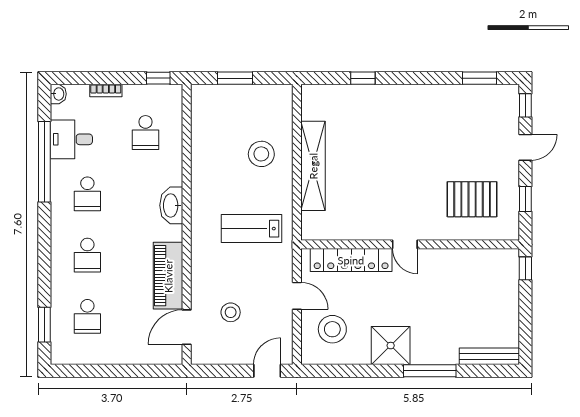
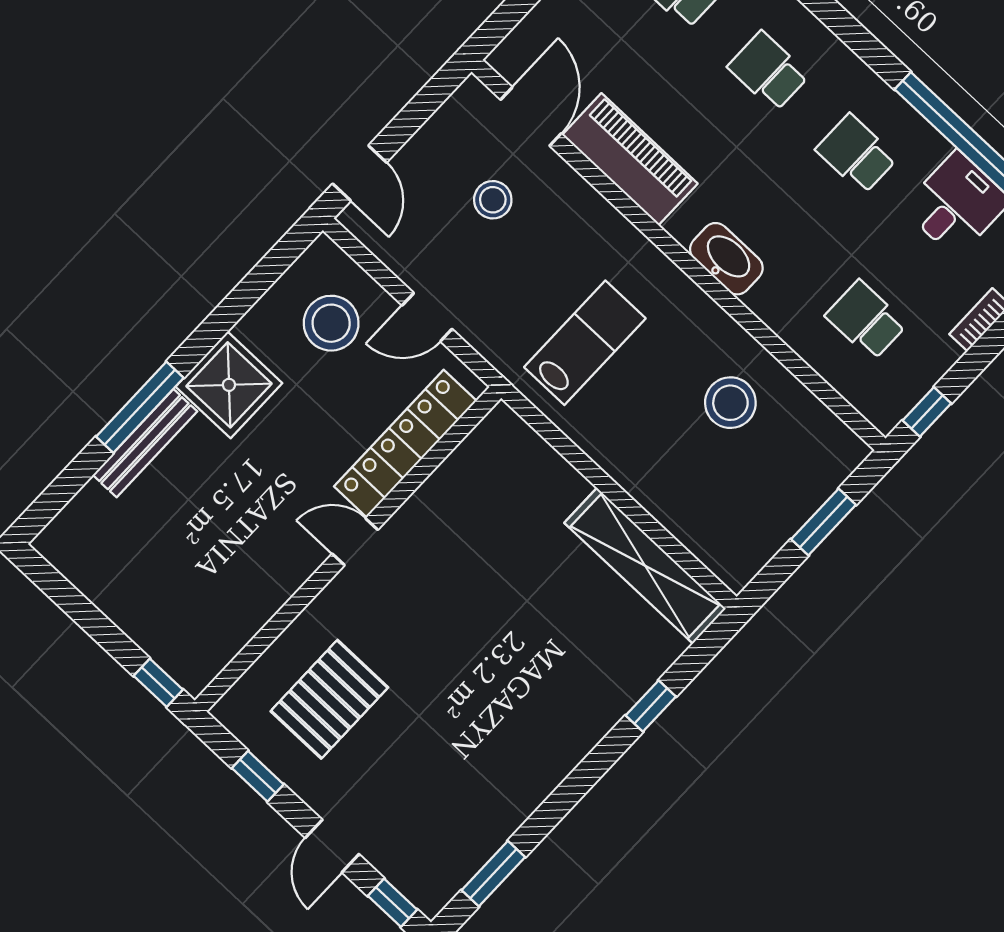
stool: (261, 154) -> (730, 403), moved
shelving: (313, 166) -> (645, 566), moved
bench: (489, 356) -> (145, 443), moved

